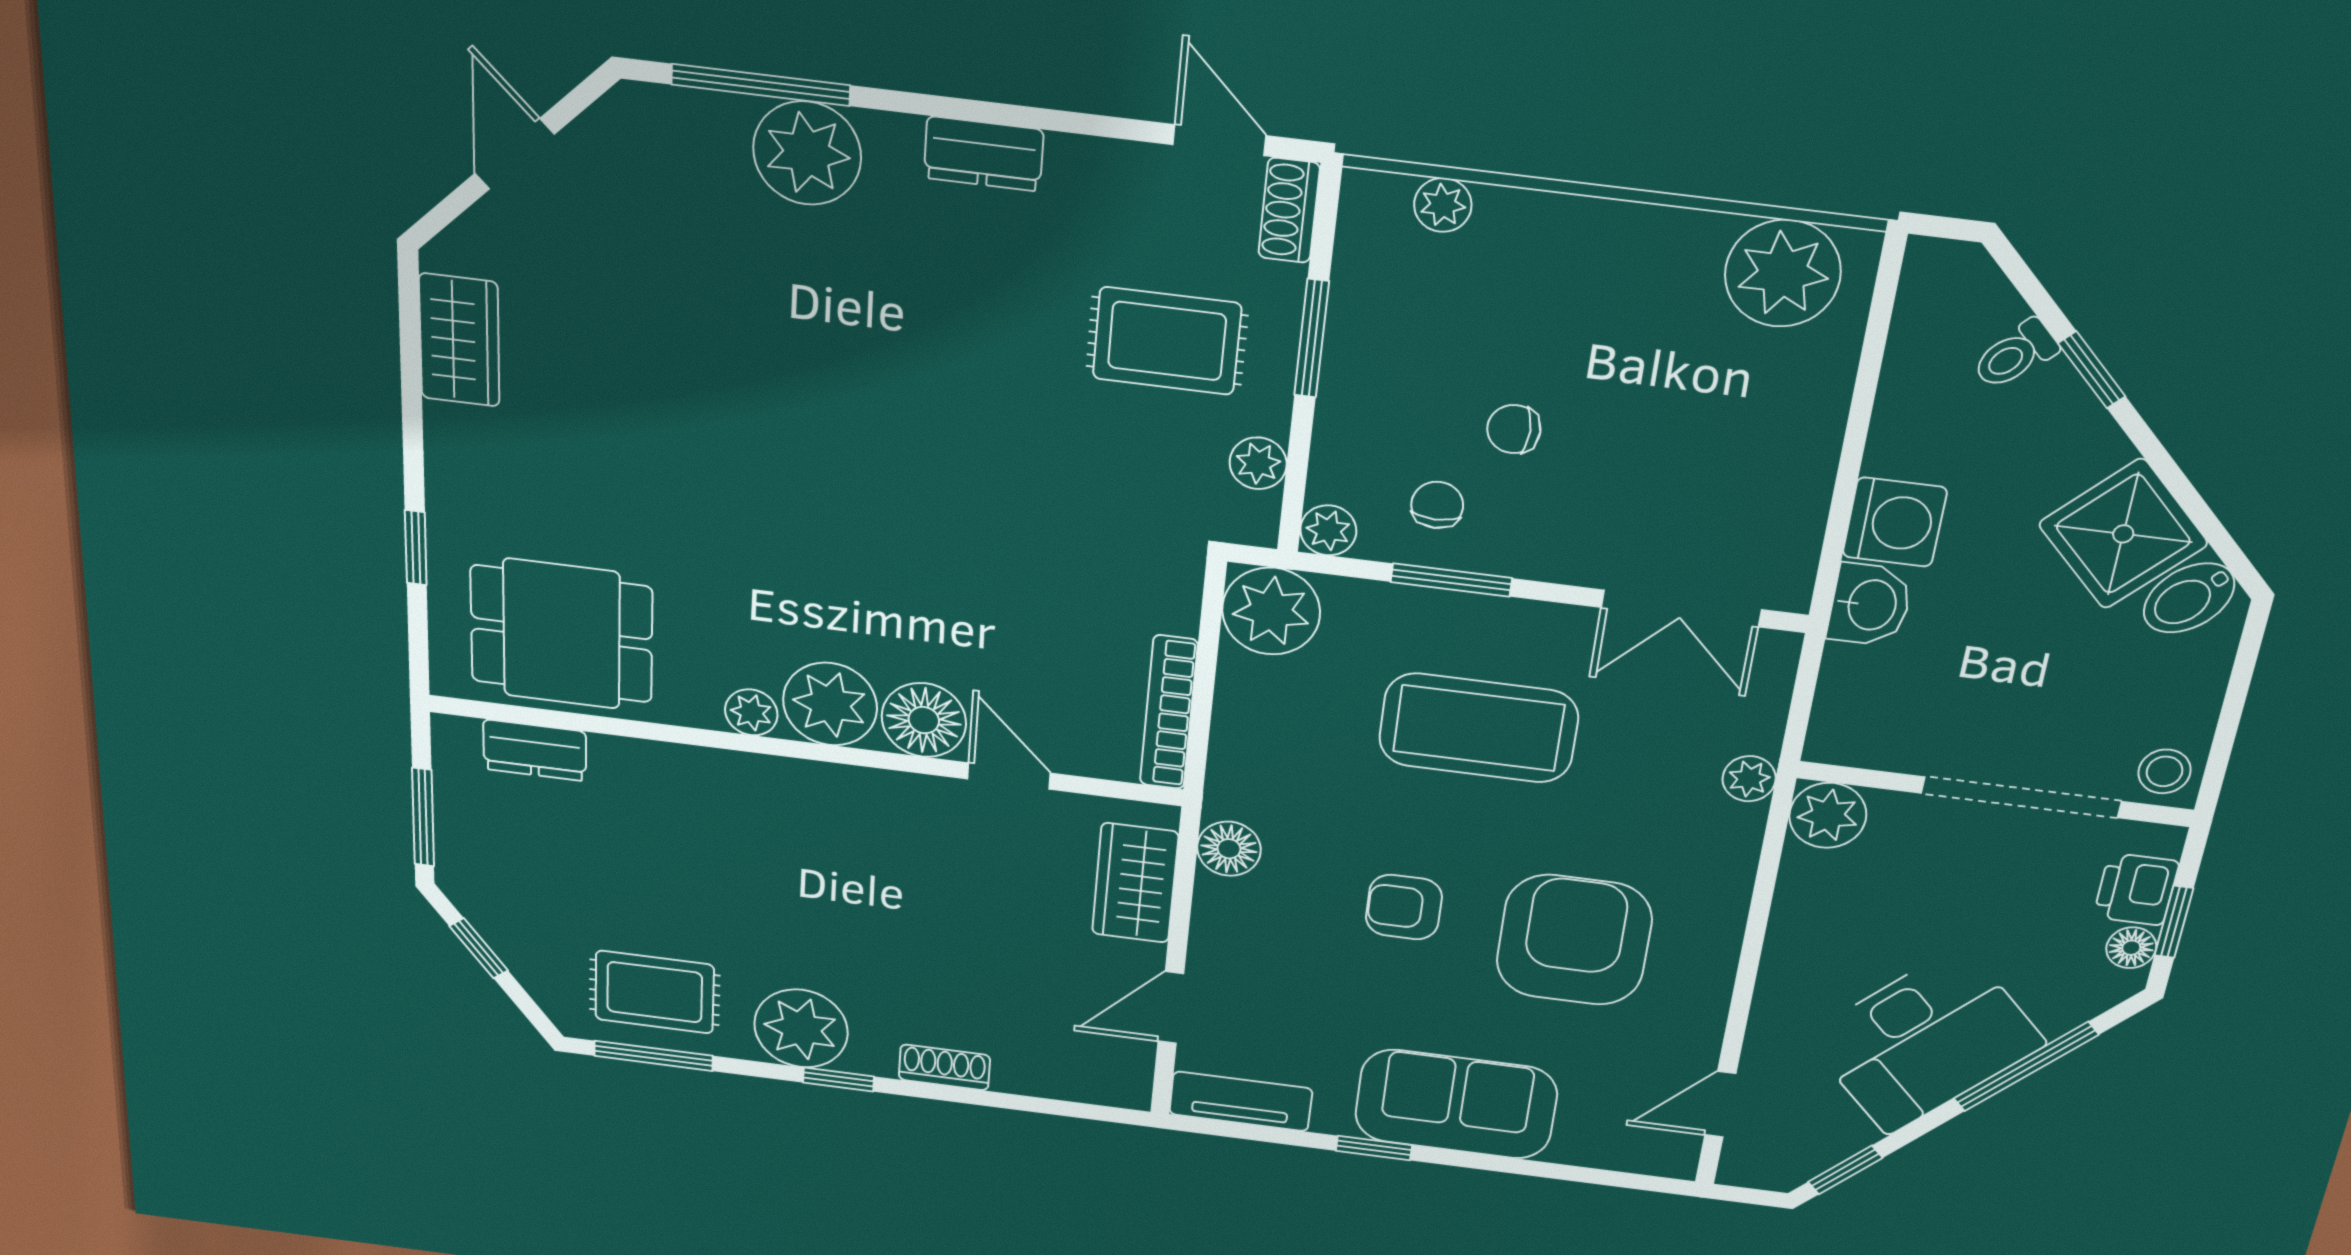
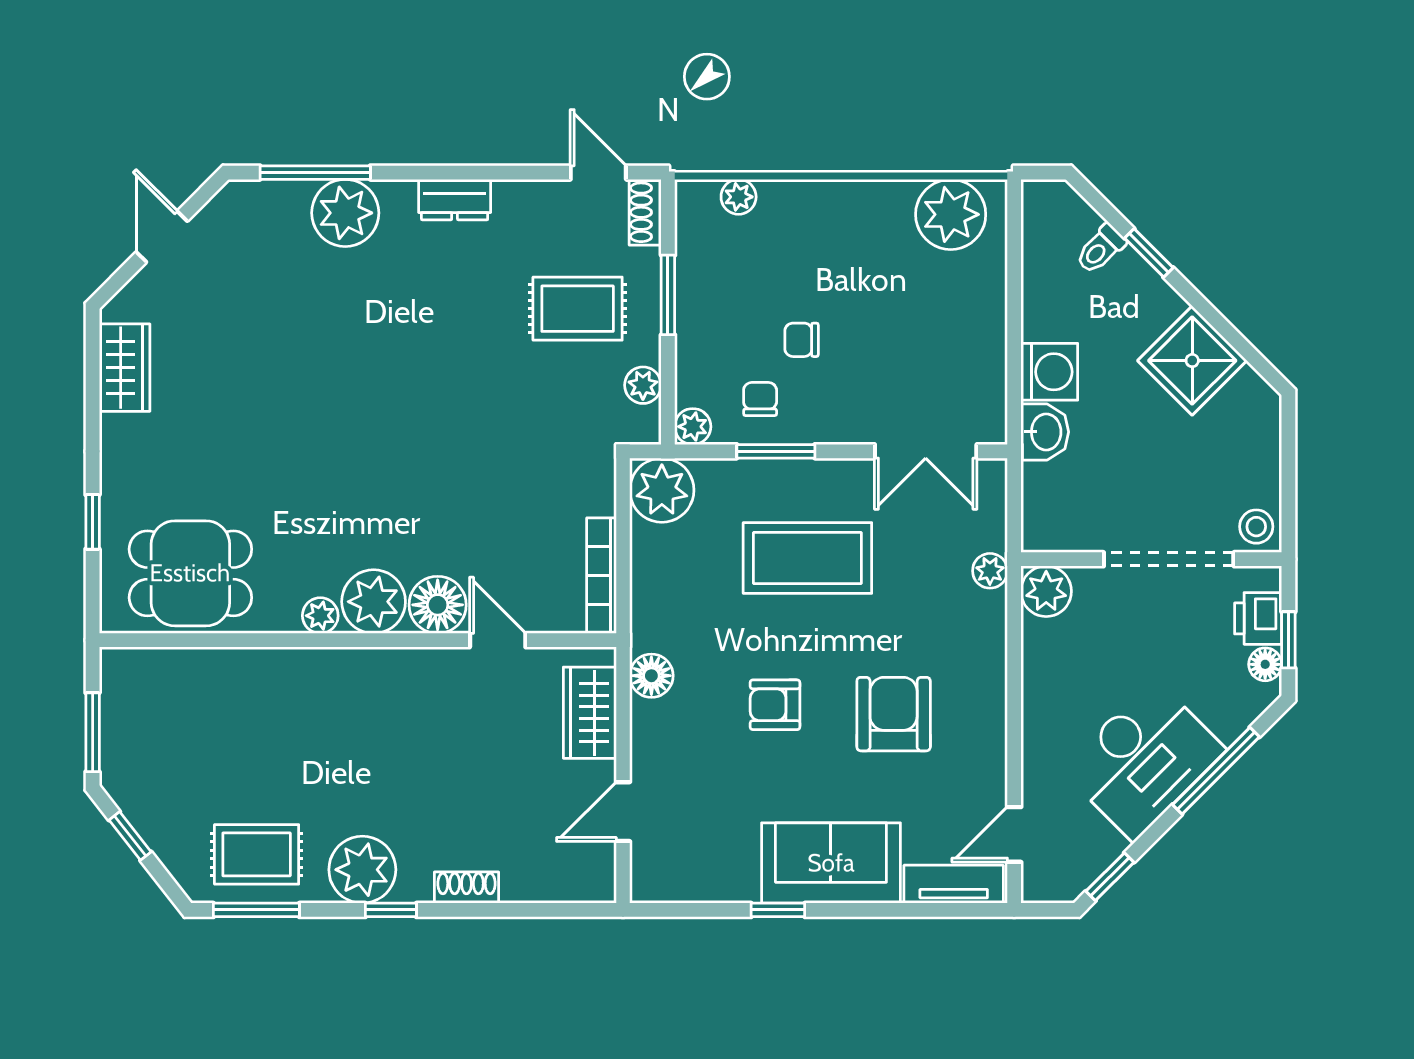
bidet: (2189, 598) -> (1243, 399), removed
dresser: (535, 750) -> (172, 667), removed
armchair: (1574, 940) -> (894, 714), width x0.73, depth x0.73
tv unit: (1241, 1101) -> (954, 884), moved

